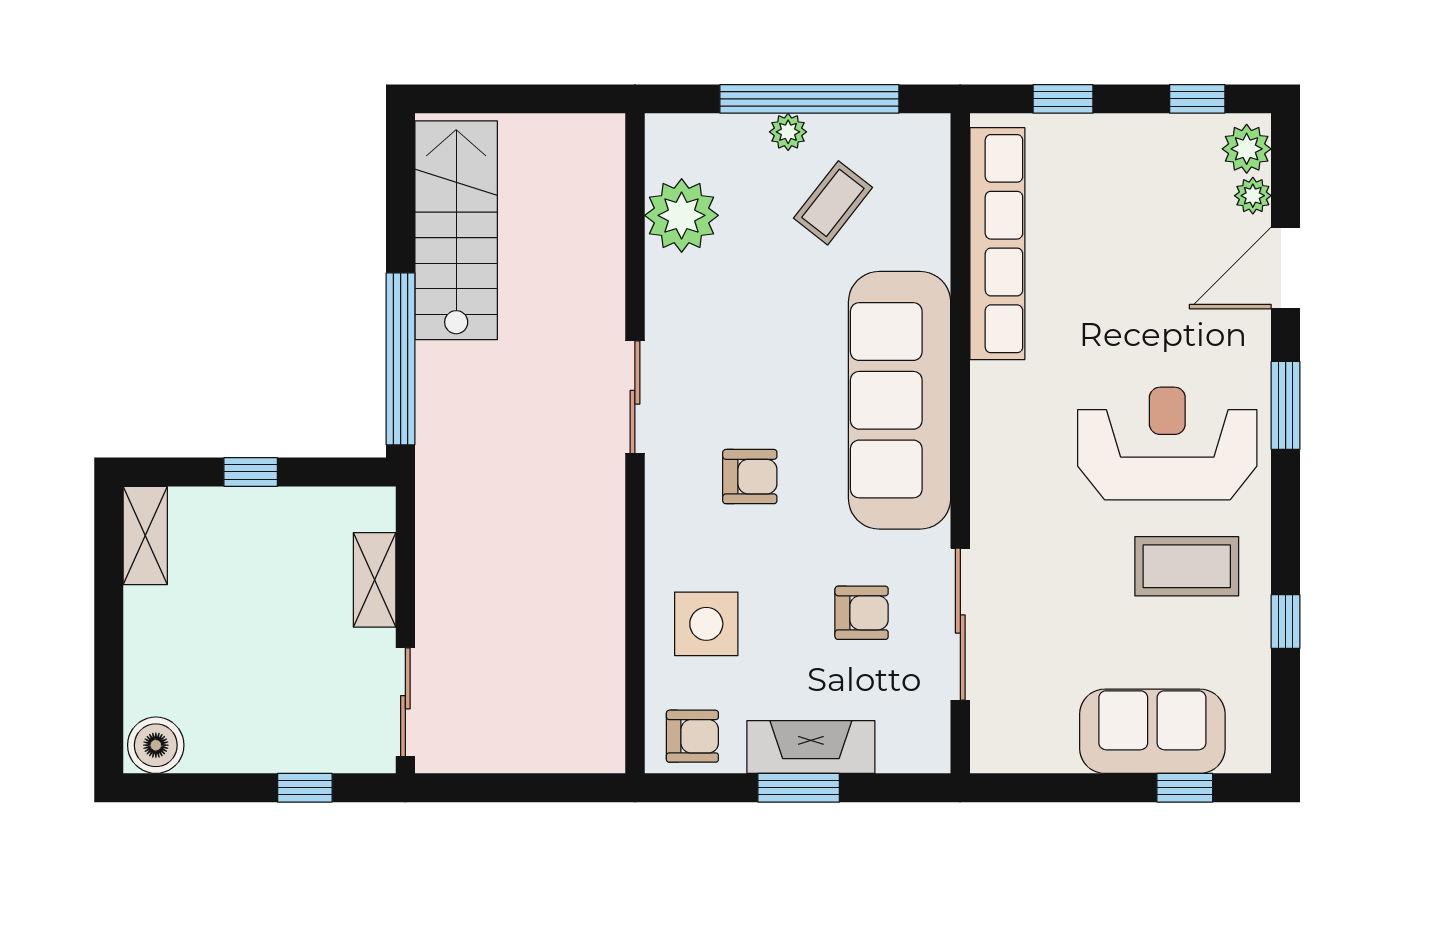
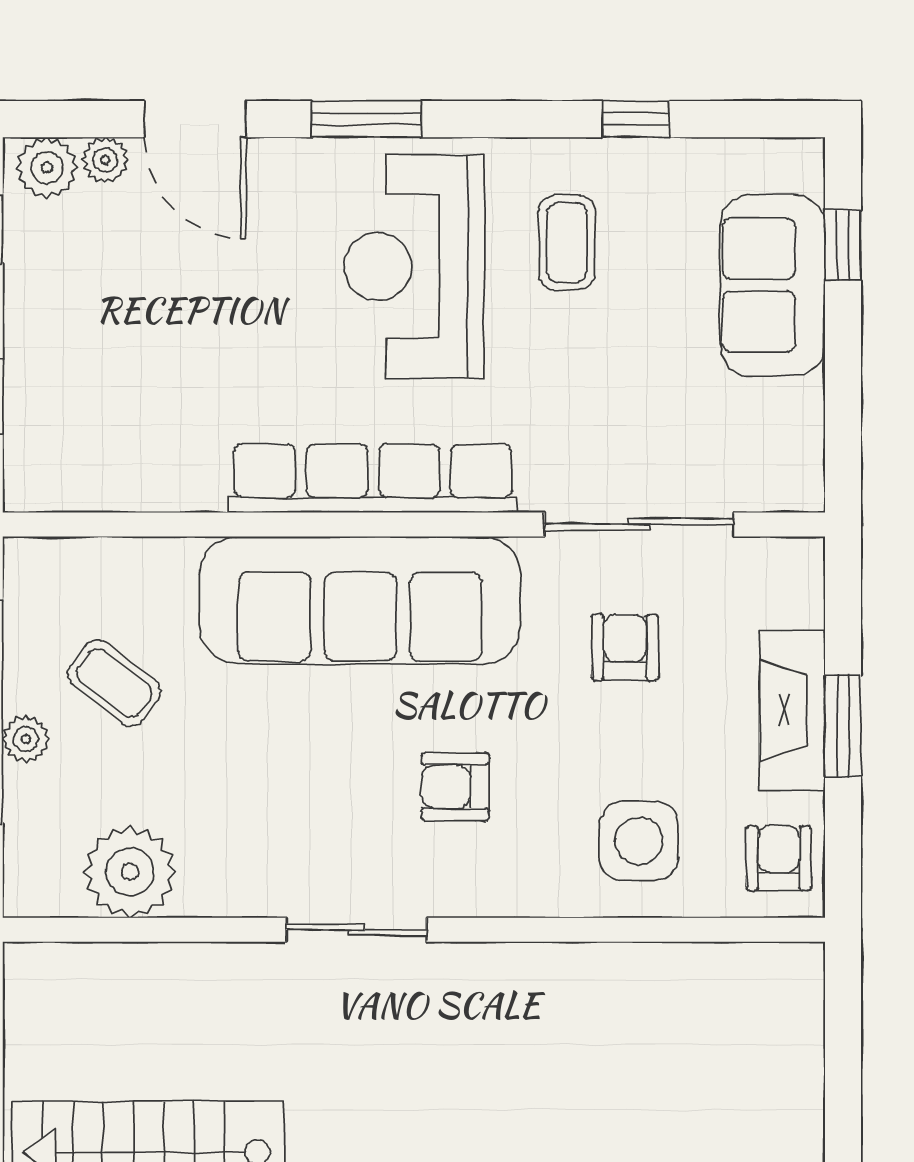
row of seats: (997, 244) -> (373, 478), moved
armchair: (750, 477) -> (455, 787), turned -90
coffee table: (1187, 566) -> (567, 242), width x0.73, depth x0.77

